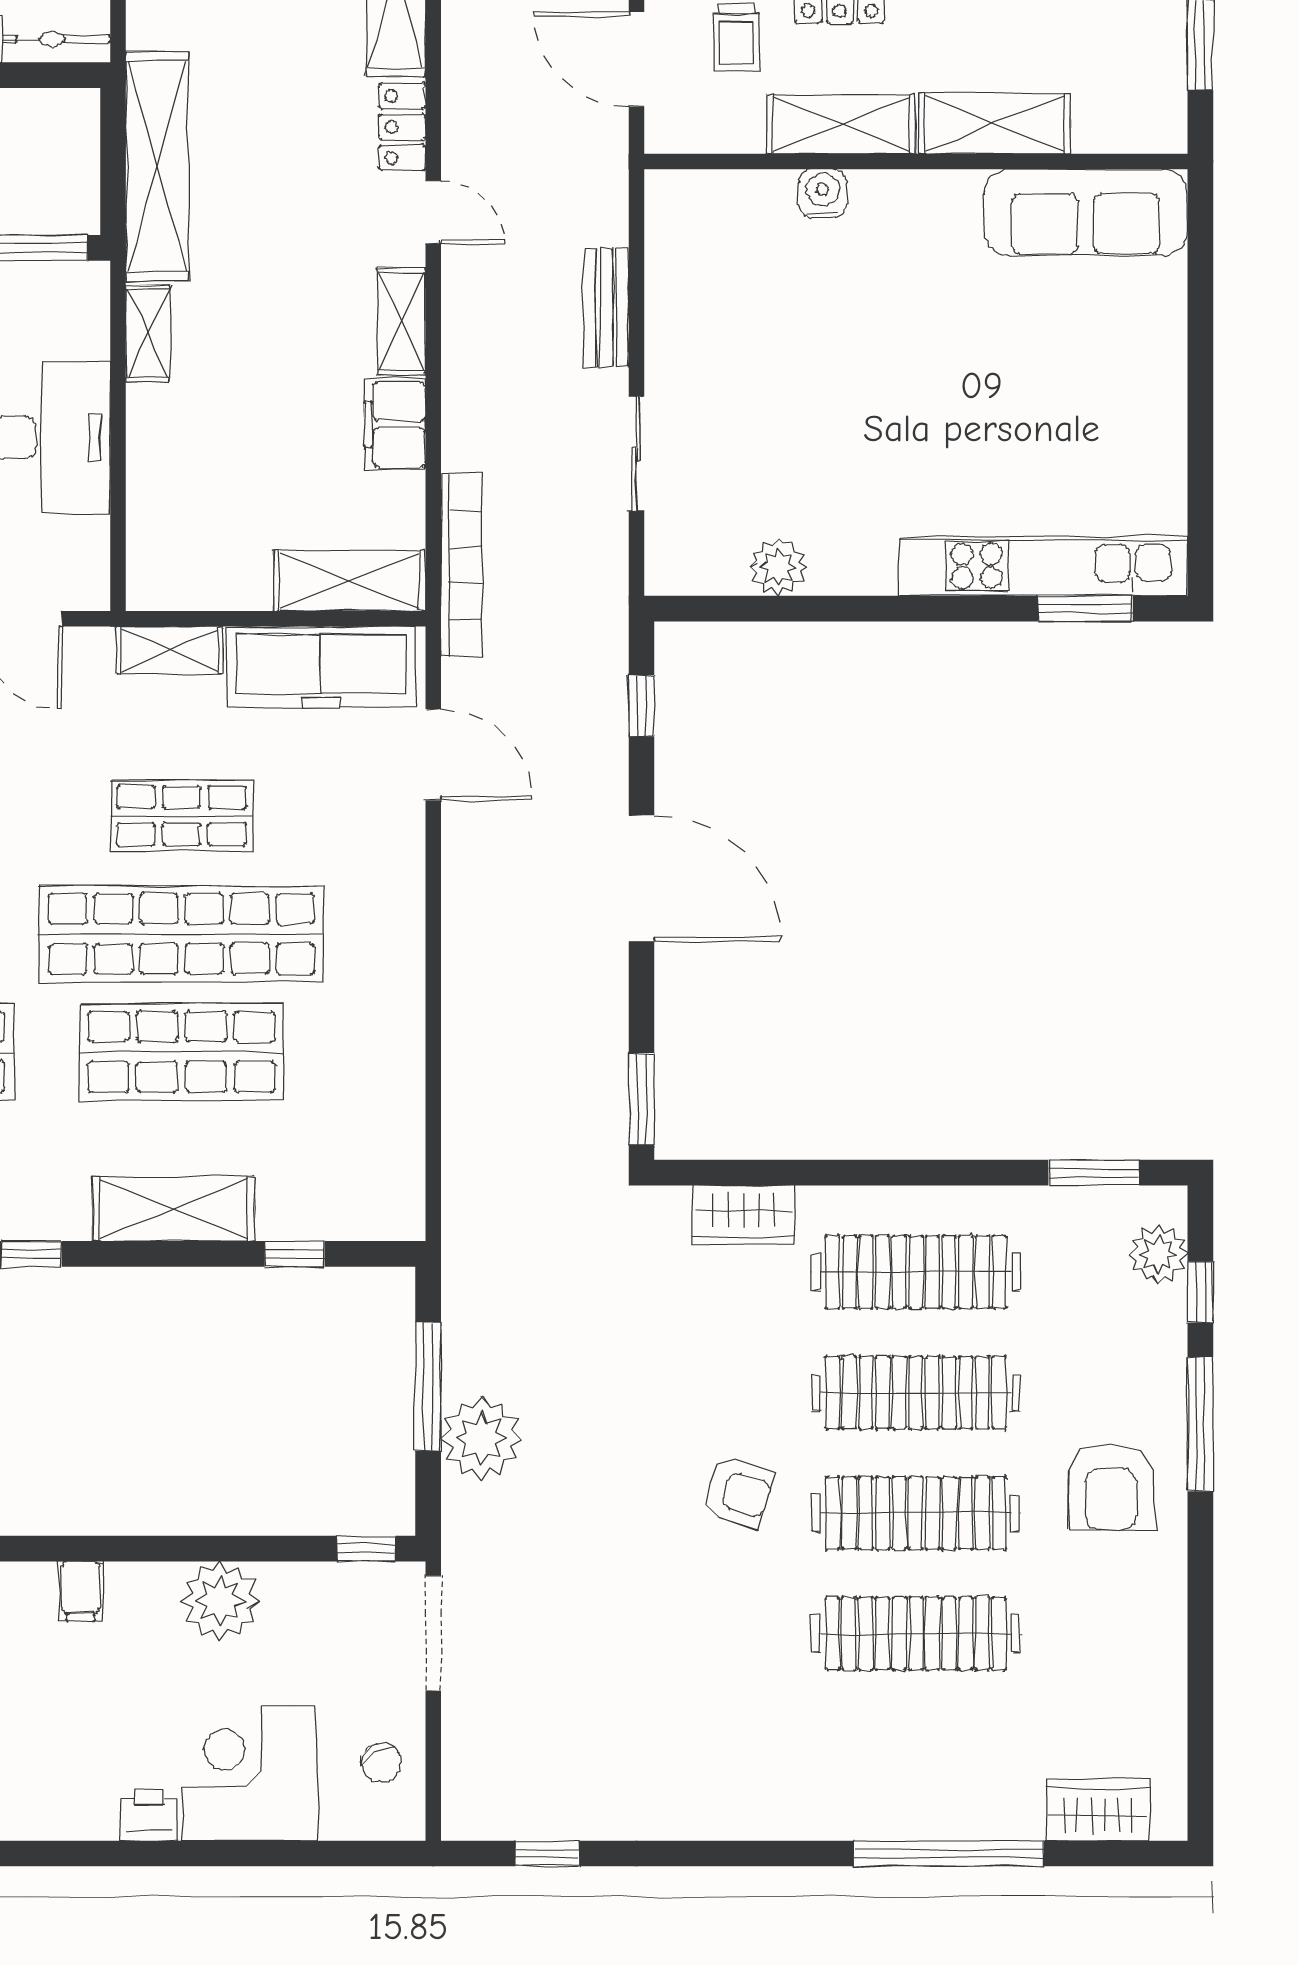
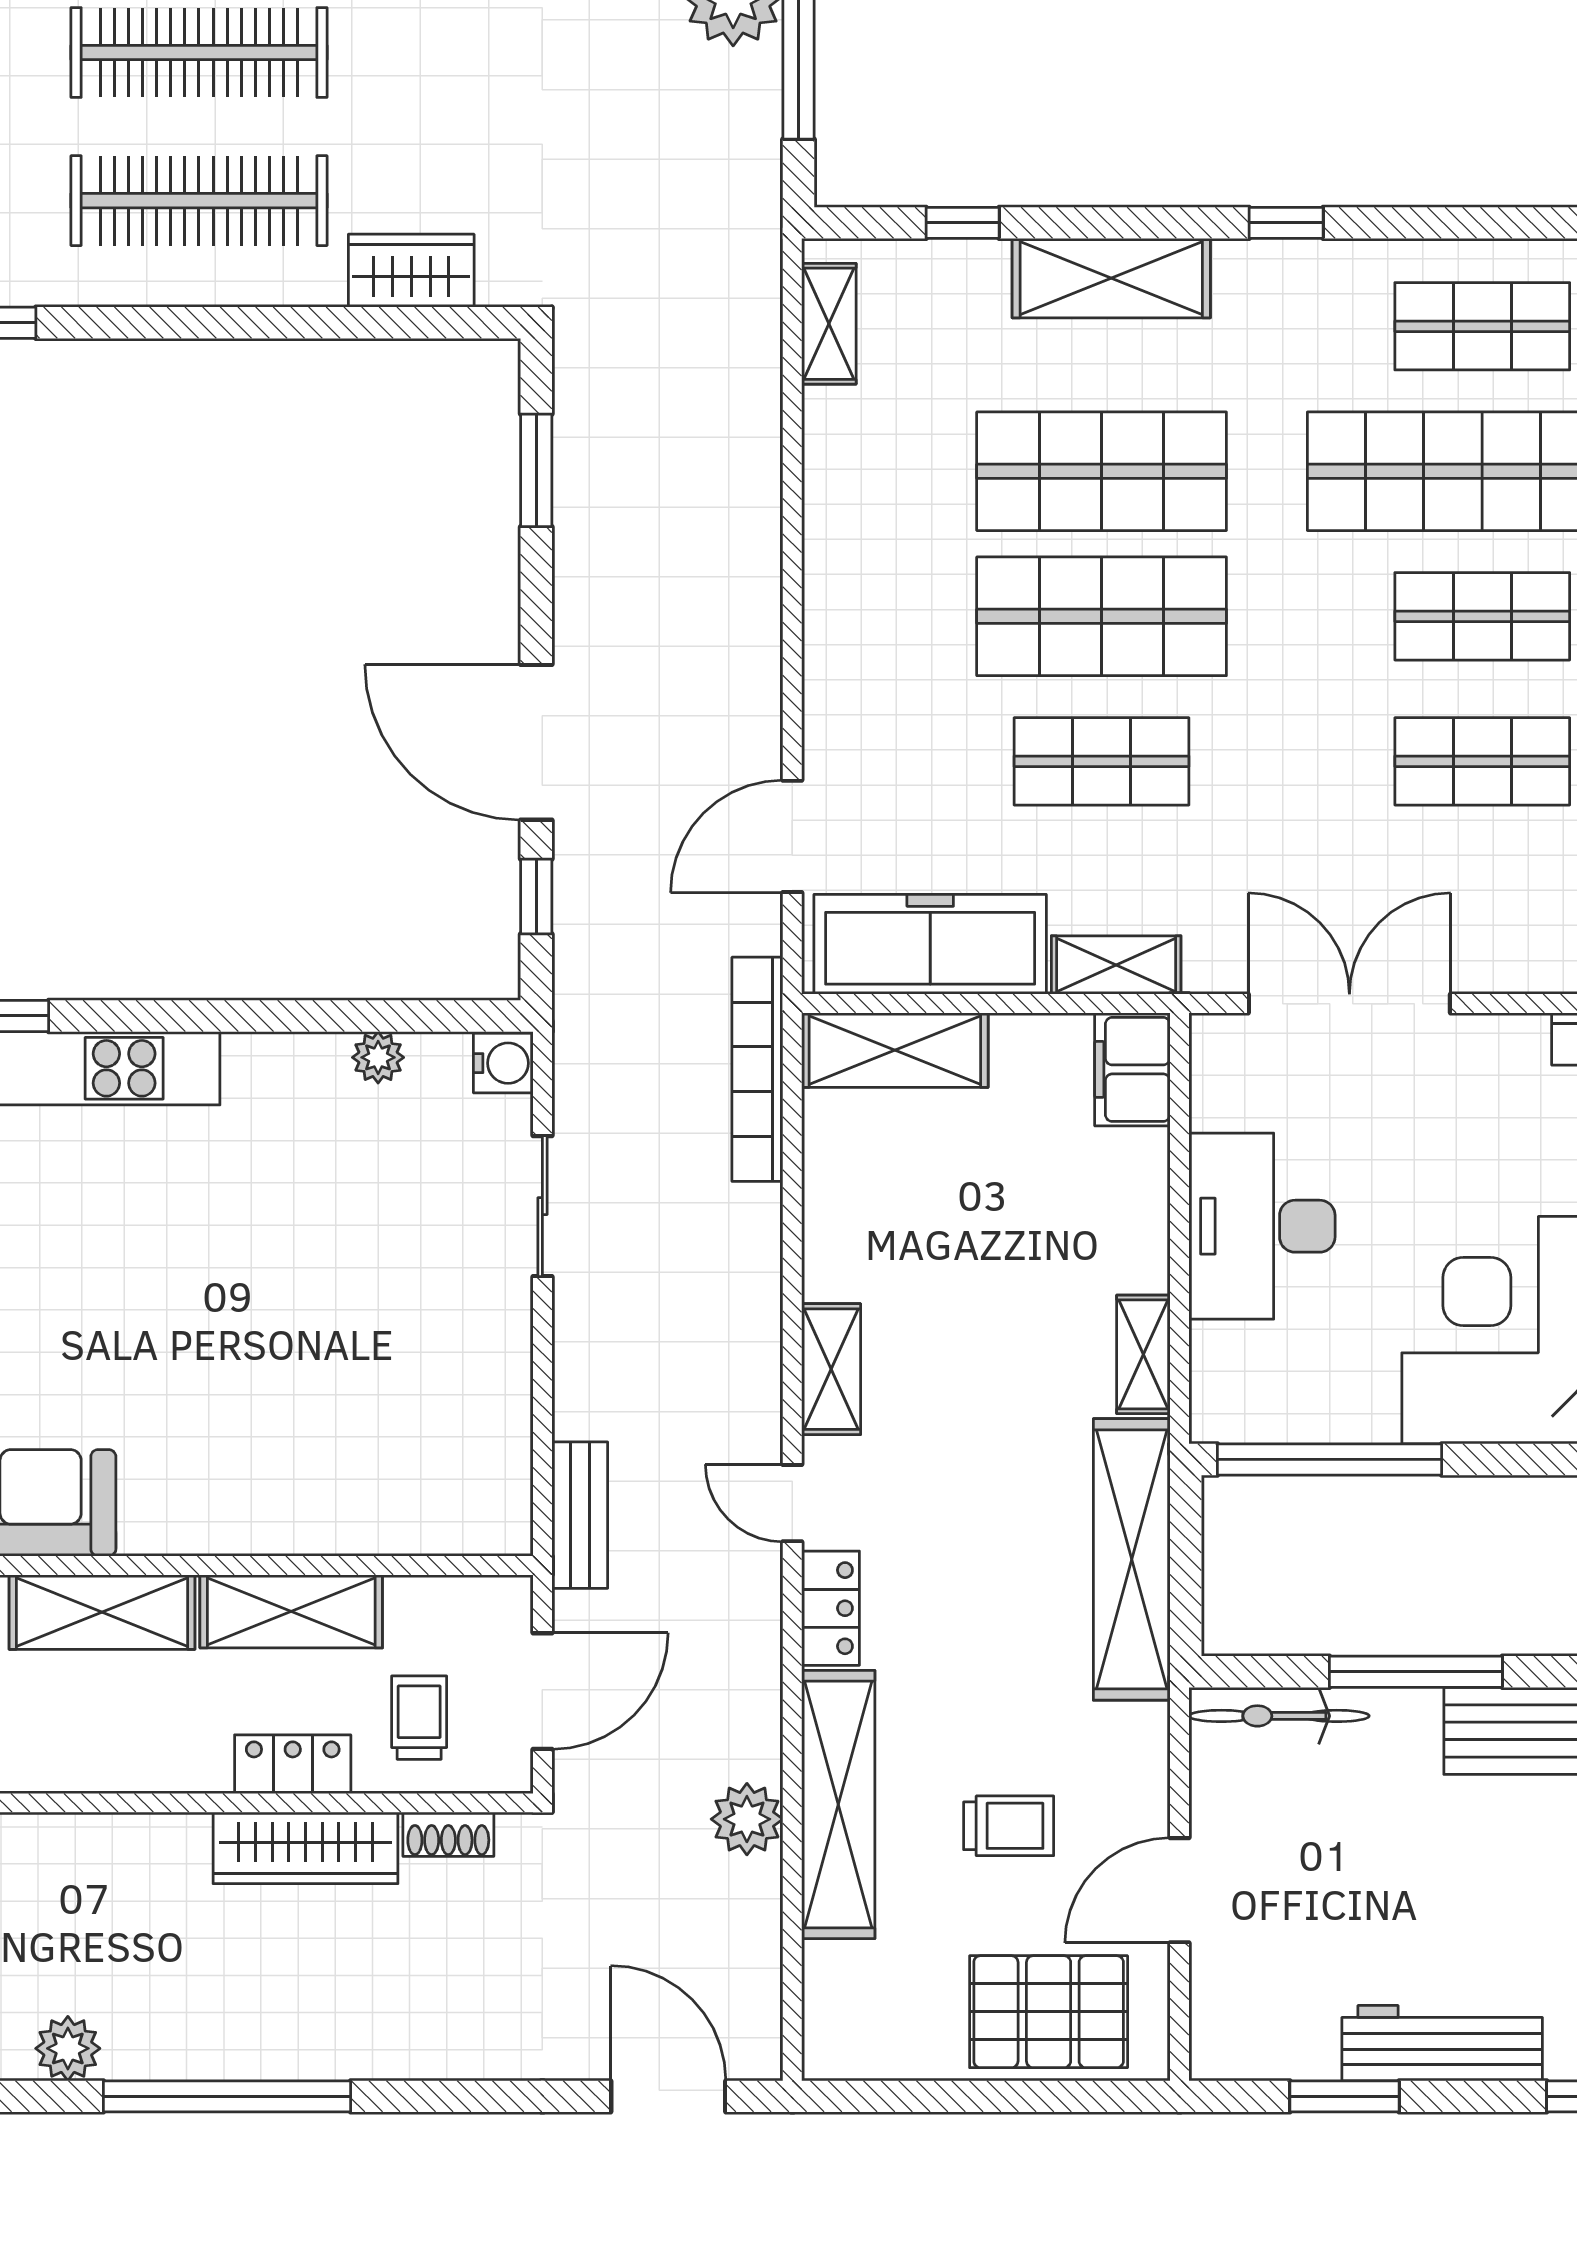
door: (636, 59) -> (542, 1691), hinge flipped
water cooler: (823, 193) -> (503, 1063), moved, turned -90
bench: (606, 307) -> (580, 1515), moved
filing cabinet: (395, 425) -> (1132, 1069), moved, turned 180
plant: (778, 567) -> (378, 1057), width x0.73, depth x0.73
door: (433, 755) -> (792, 836), hinge flipped
door: (641, 878) -> (536, 742), moved
shop shelf: (182, 934) -> (1102, 616), width x0.71
window: (641, 1099) -> (536, 470), moved
shelving: (403, 1172) -> (829, 324), added

